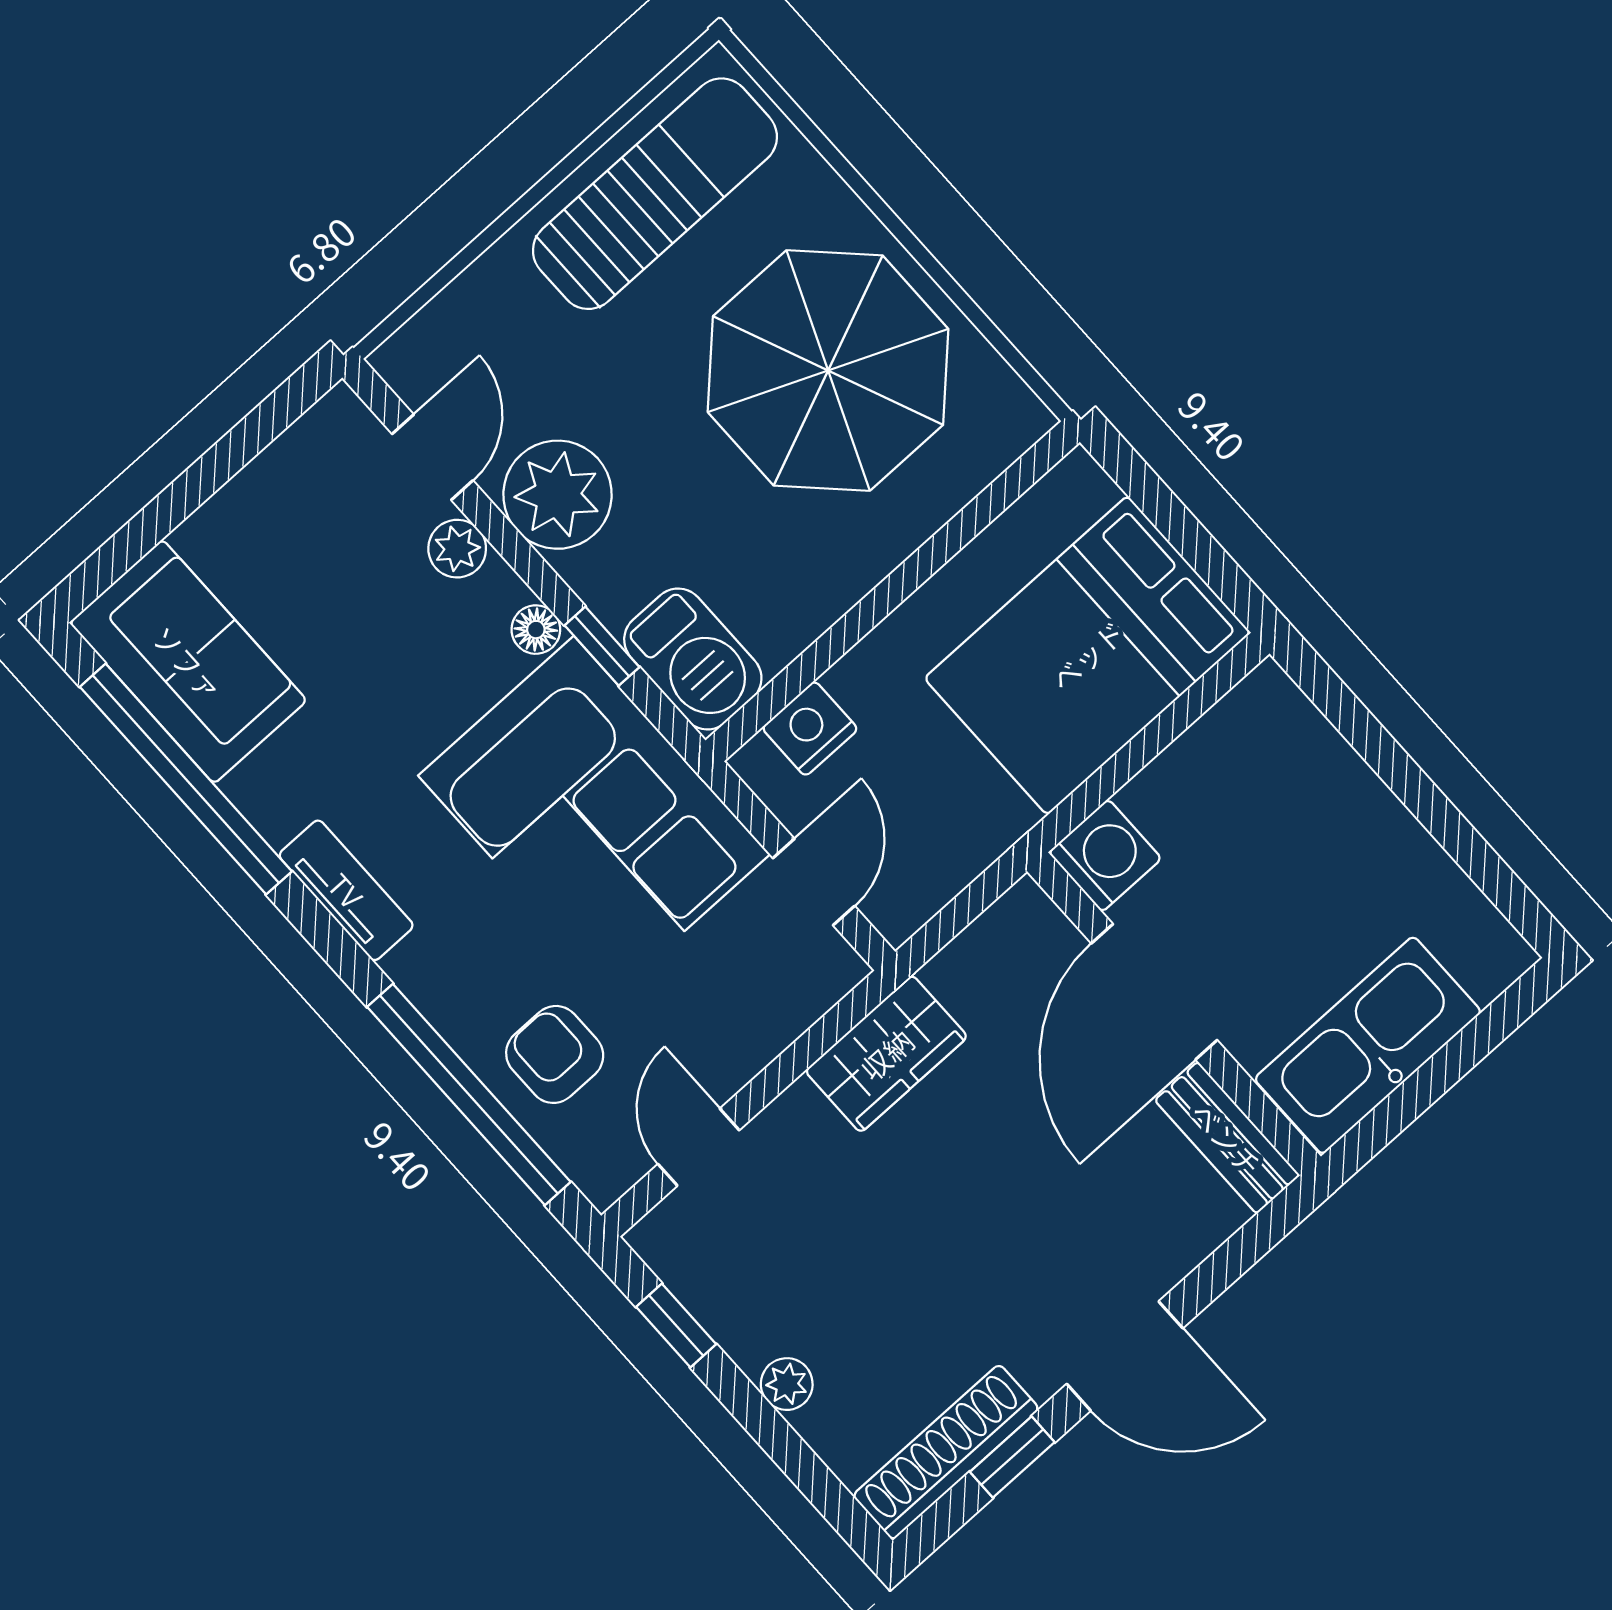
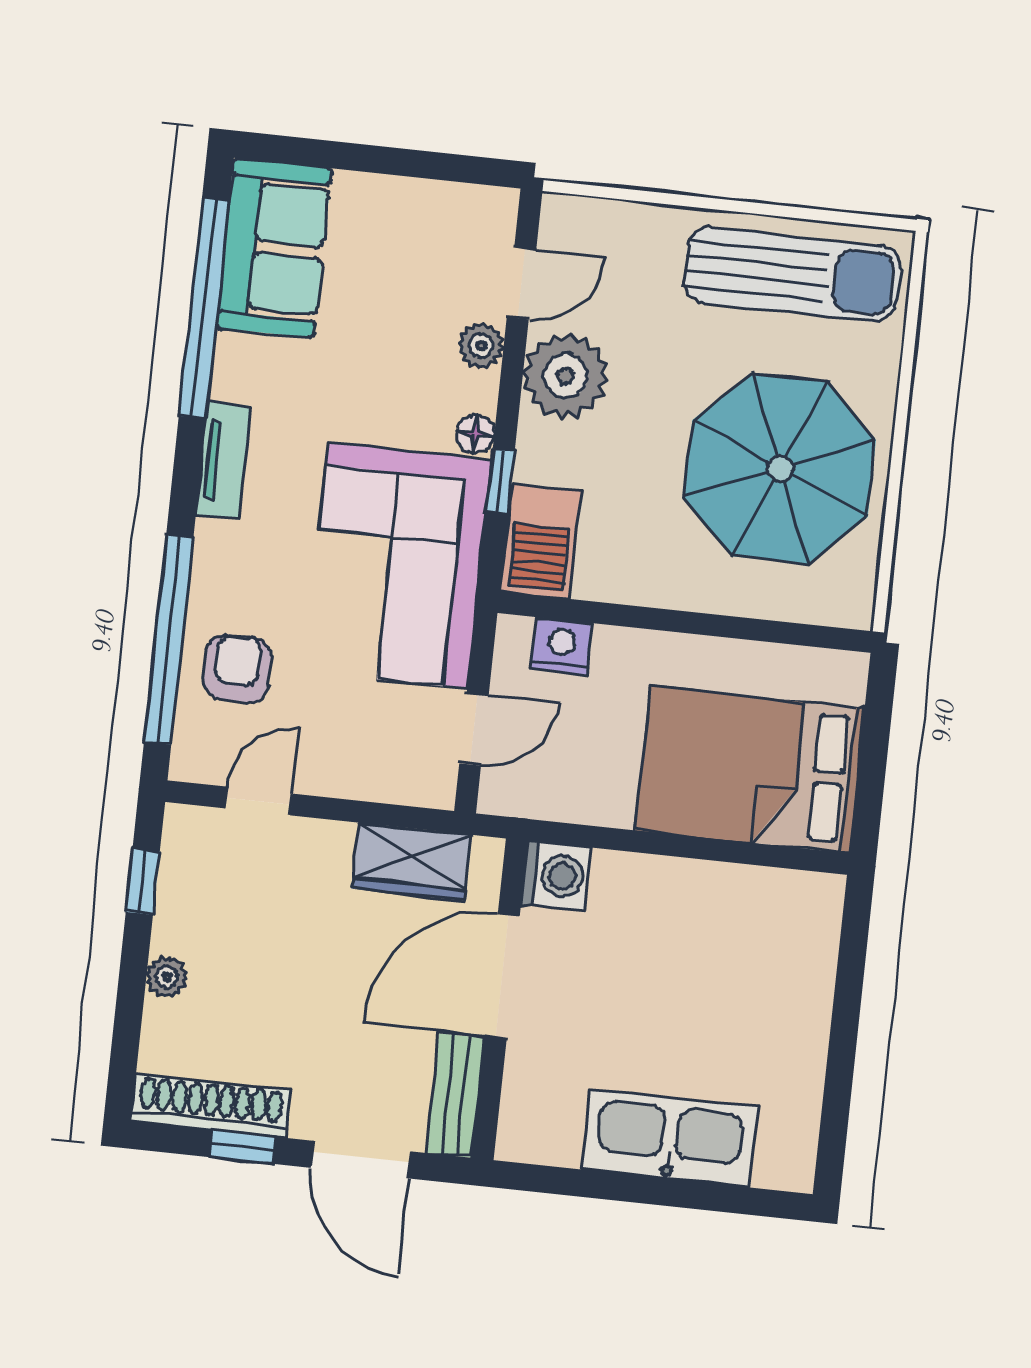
washing machine: (1105, 855) -> (556, 876), moved
door: (1154, 992) -> (502, 976), moved
wall: (1174, 1014) -> (500, 999), moved
bench: (1227, 1138) -> (455, 1095), moved

